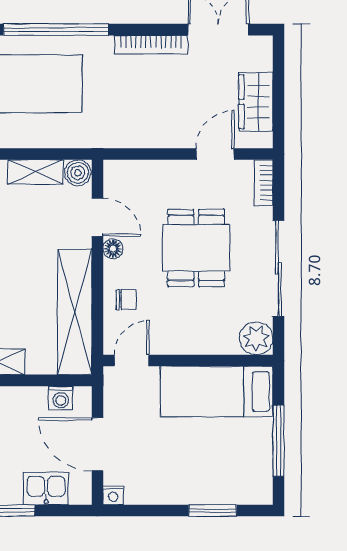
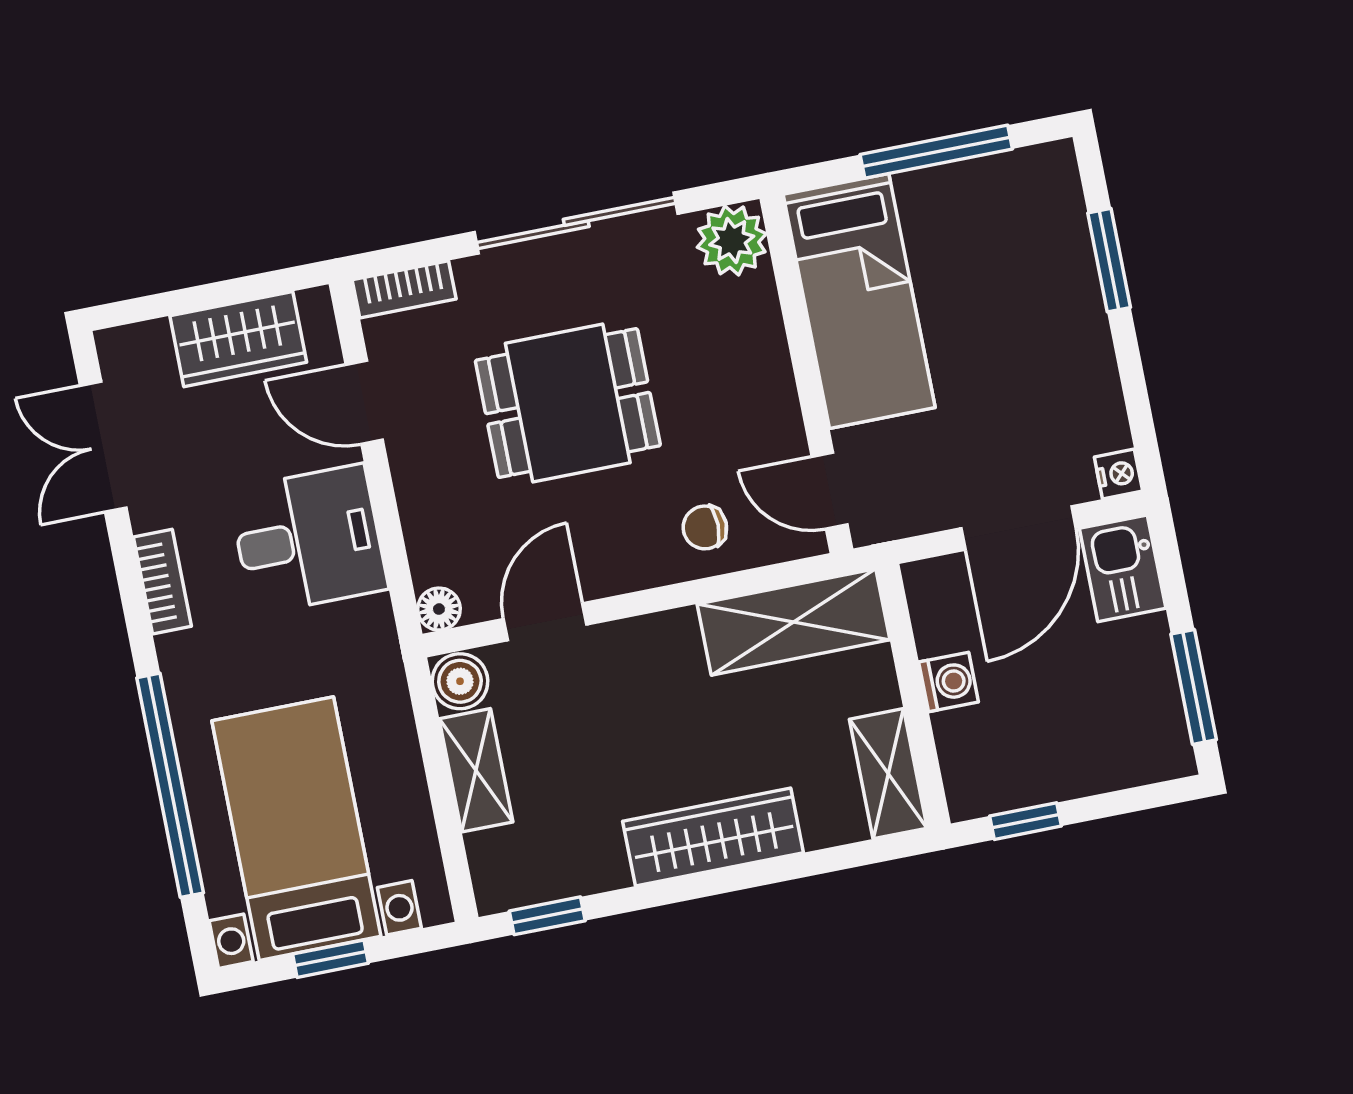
bookcase: (151, 45) -> (162, 582), width x0.64
desk: (157, 116) -> (308, 539), added
floor lamp: (113, 249) -> (439, 609), moved
chair: (126, 300) -> (705, 527), turned -90
shelving: (75, 312) -> (793, 622), width x0.68
washing machine: (61, 398) -> (949, 682), moved
kitchen sink: (46, 489) -> (1123, 568), moved

